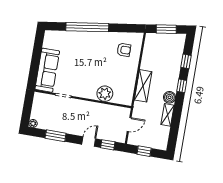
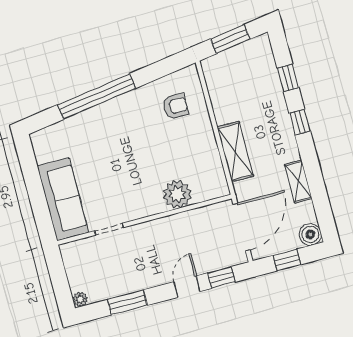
boiler: (169, 97) -> (310, 234), moved
door: (129, 125) -> (242, 227), width x1.88

